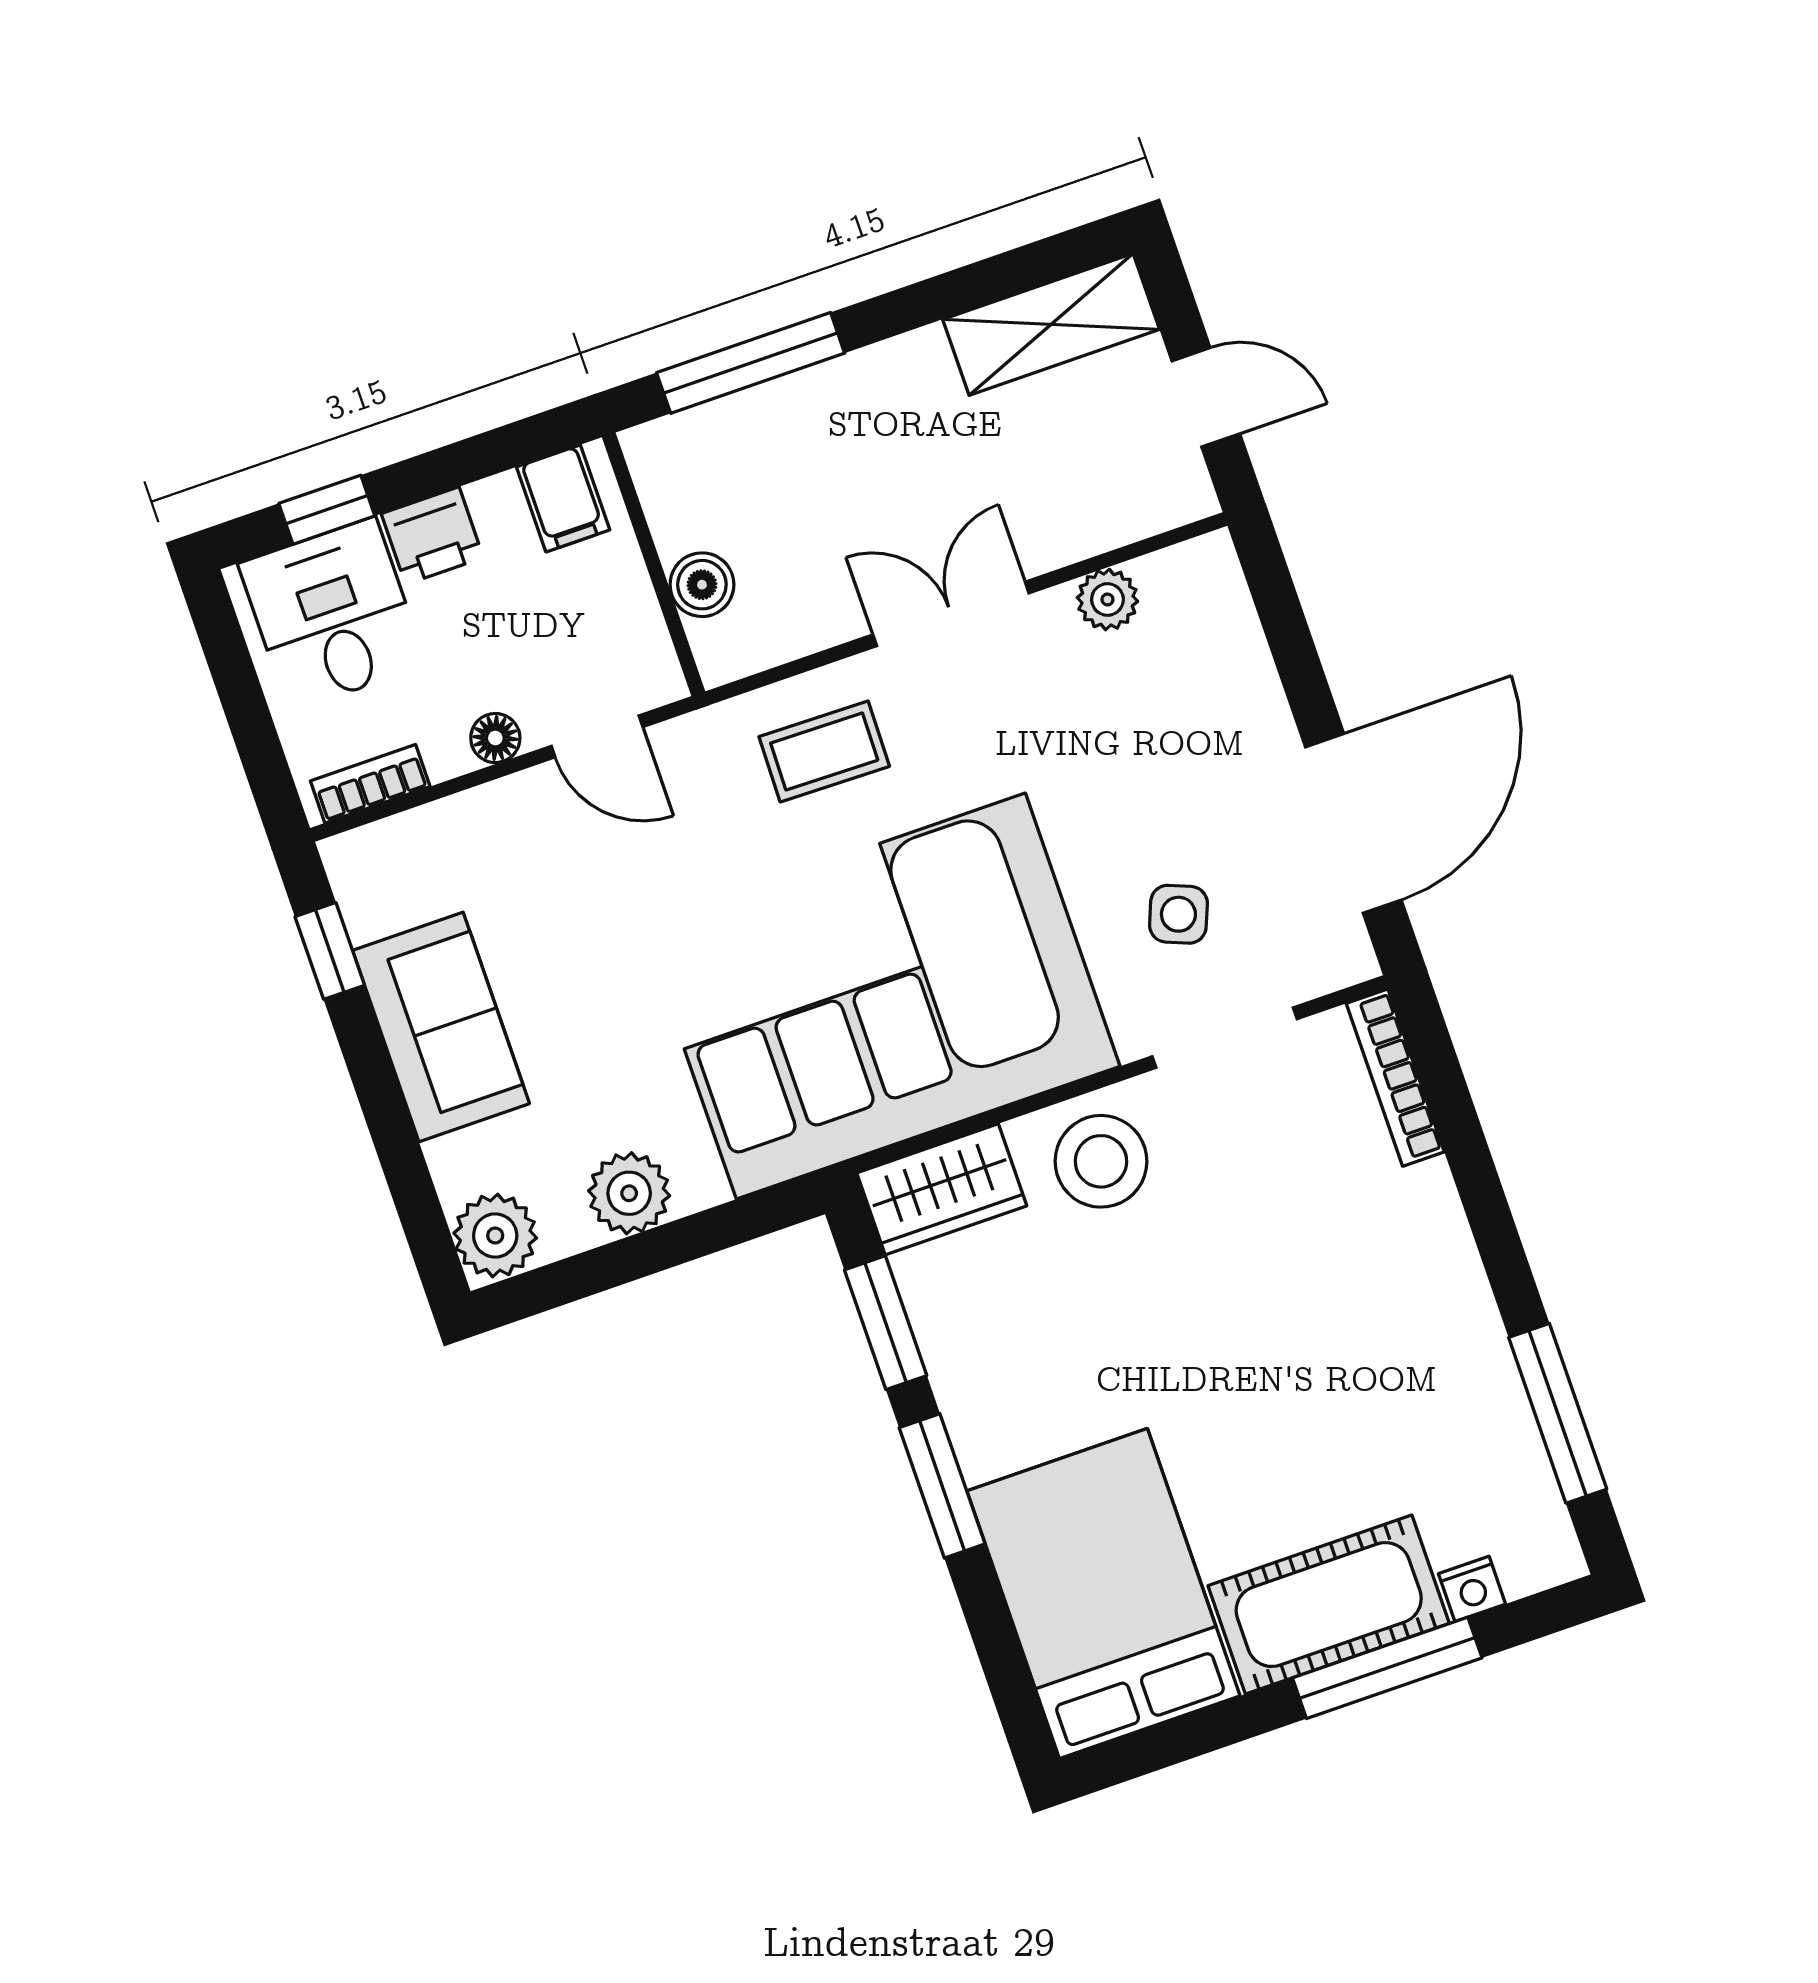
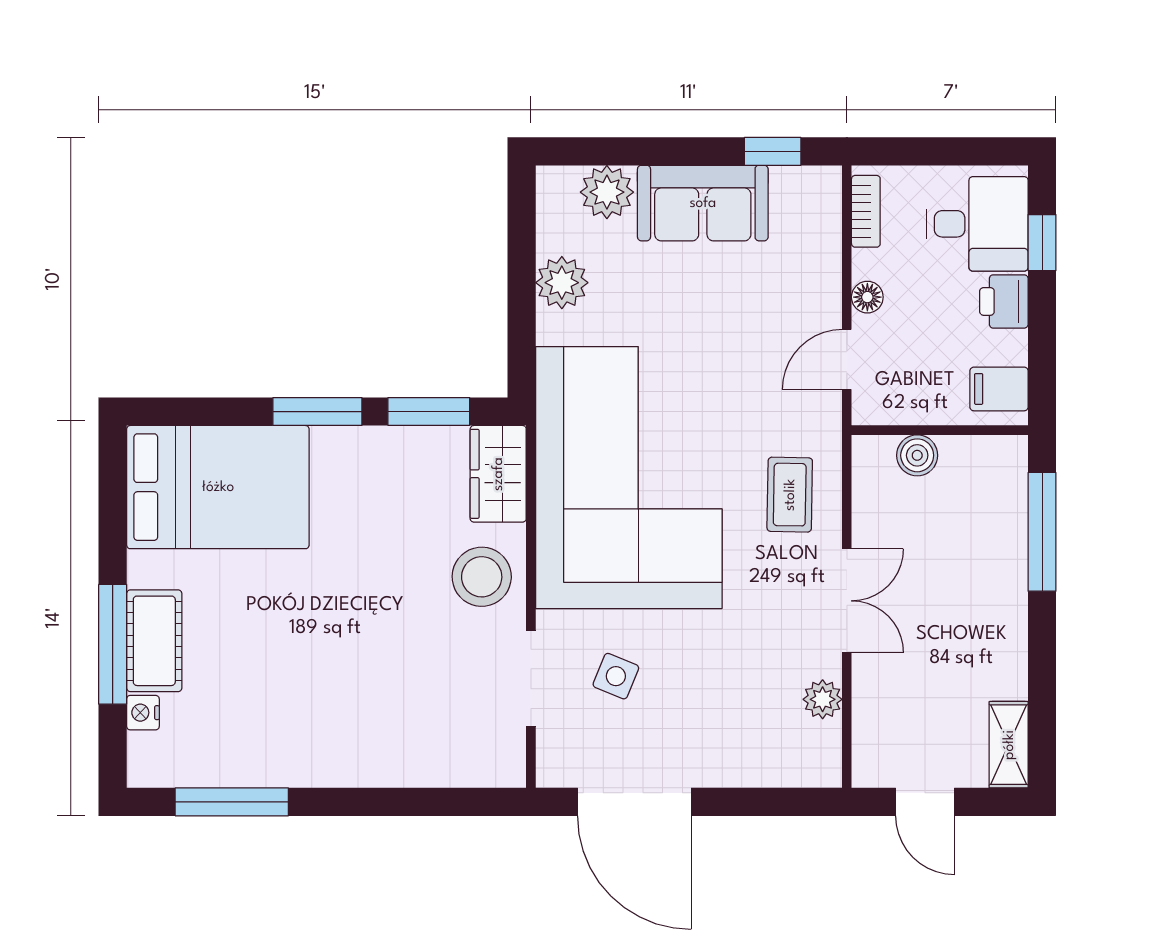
shelving: (1051, 324) -> (1009, 745), width x0.67, depth x0.75
door: (1206, 397) -> (925, 802), hinge flipped
bookcase: (1395, 1078) -> (471, 774), removed
plant: (495, 1235) -> (607, 192), moved
cot: (1329, 1605) -> (154, 641), width x0.73, depth x0.75

